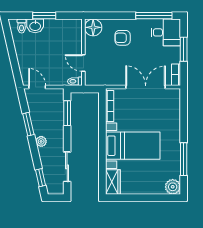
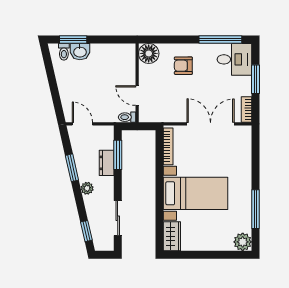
window: (44, 16) -> (73, 40), moved
dresser: (58, 120) -> (107, 163), added

